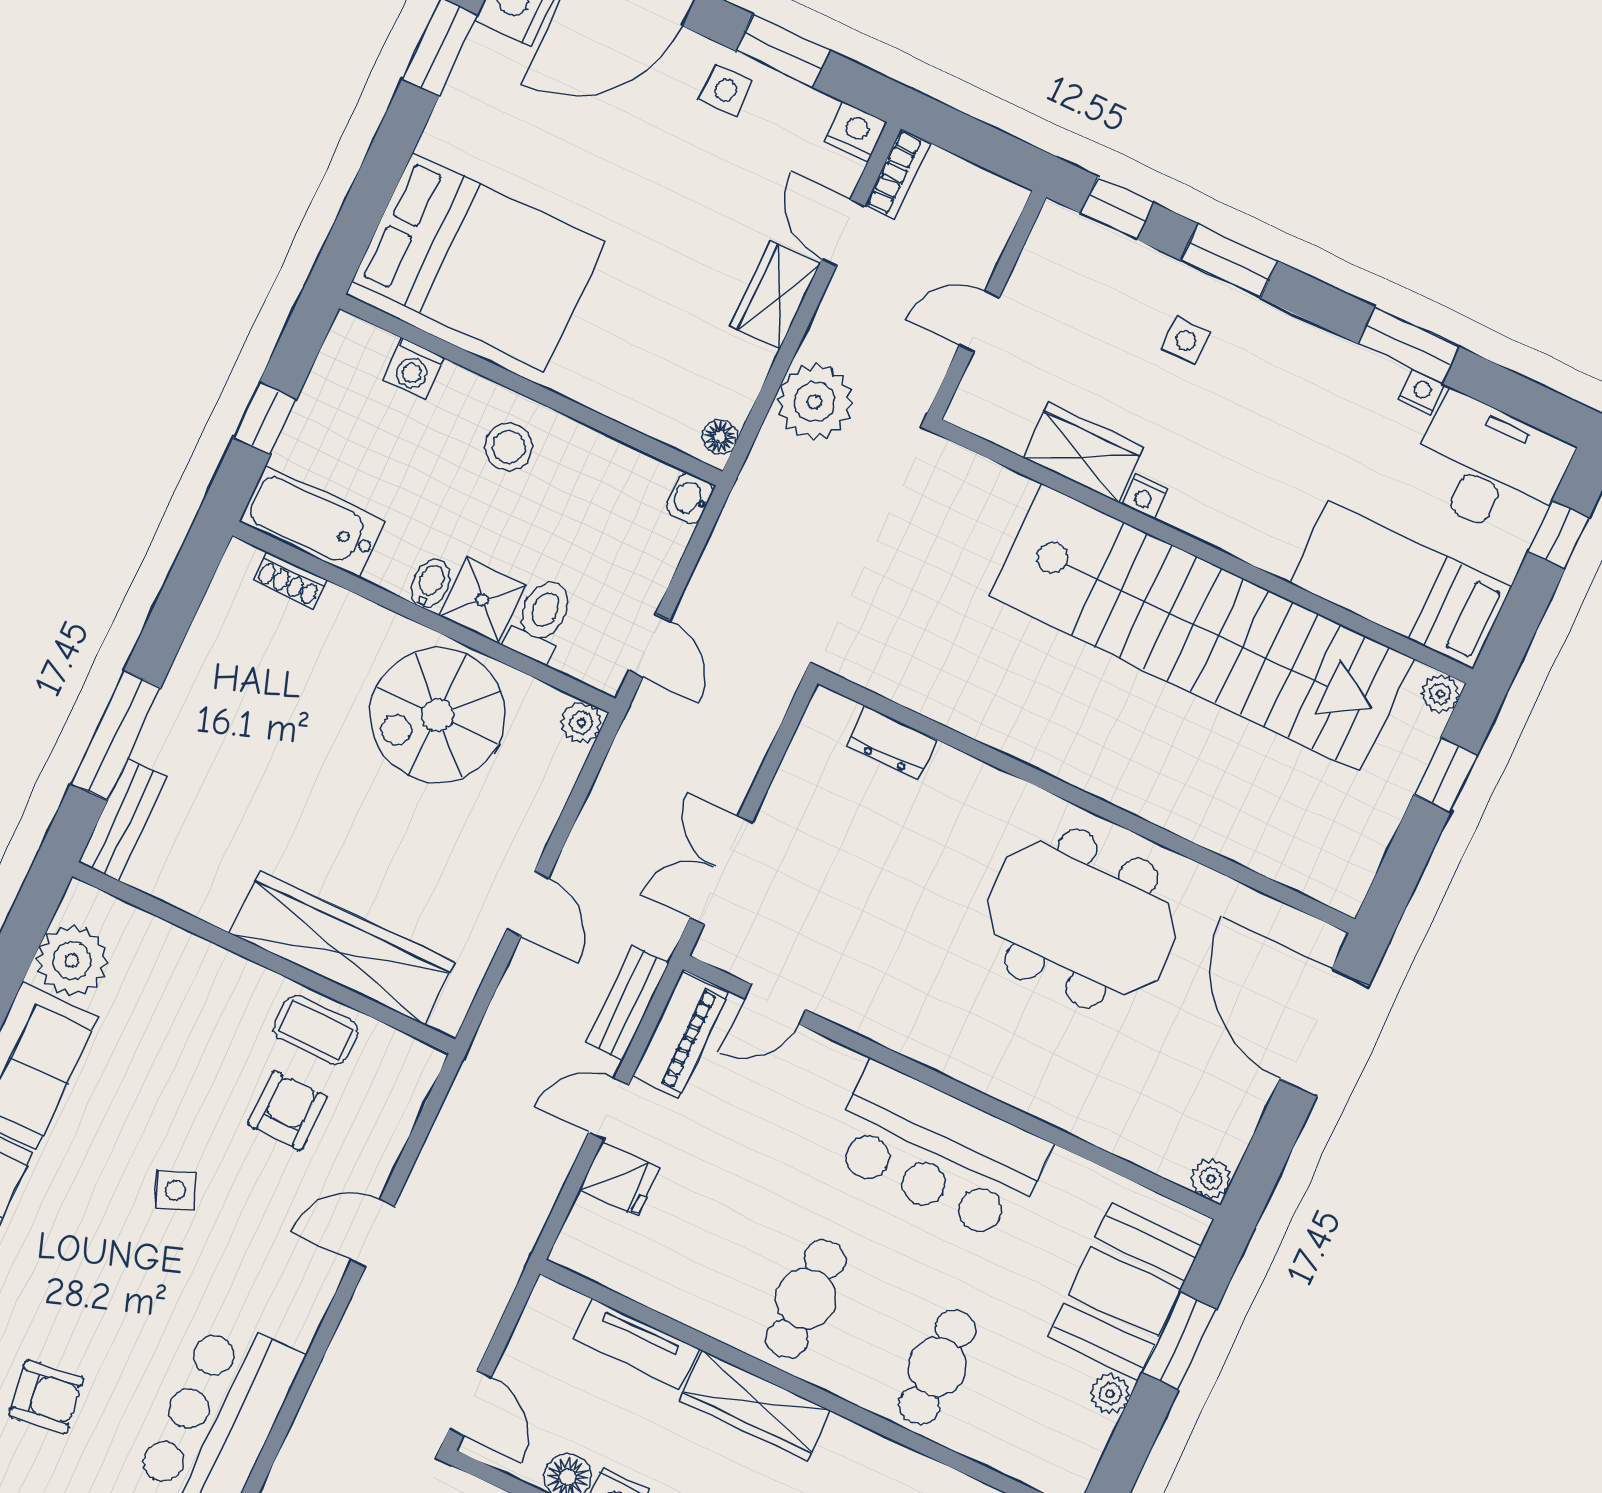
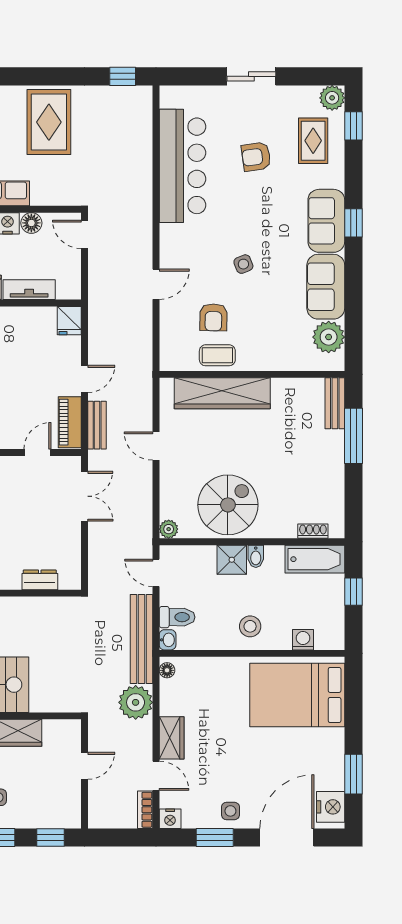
bench: (742, 525) -> (142, 639), added
toilet: (541, 619) -> (177, 617), moved, turned -90
fridge: (619, 1179) -> (69, 321), moved, turned -90

